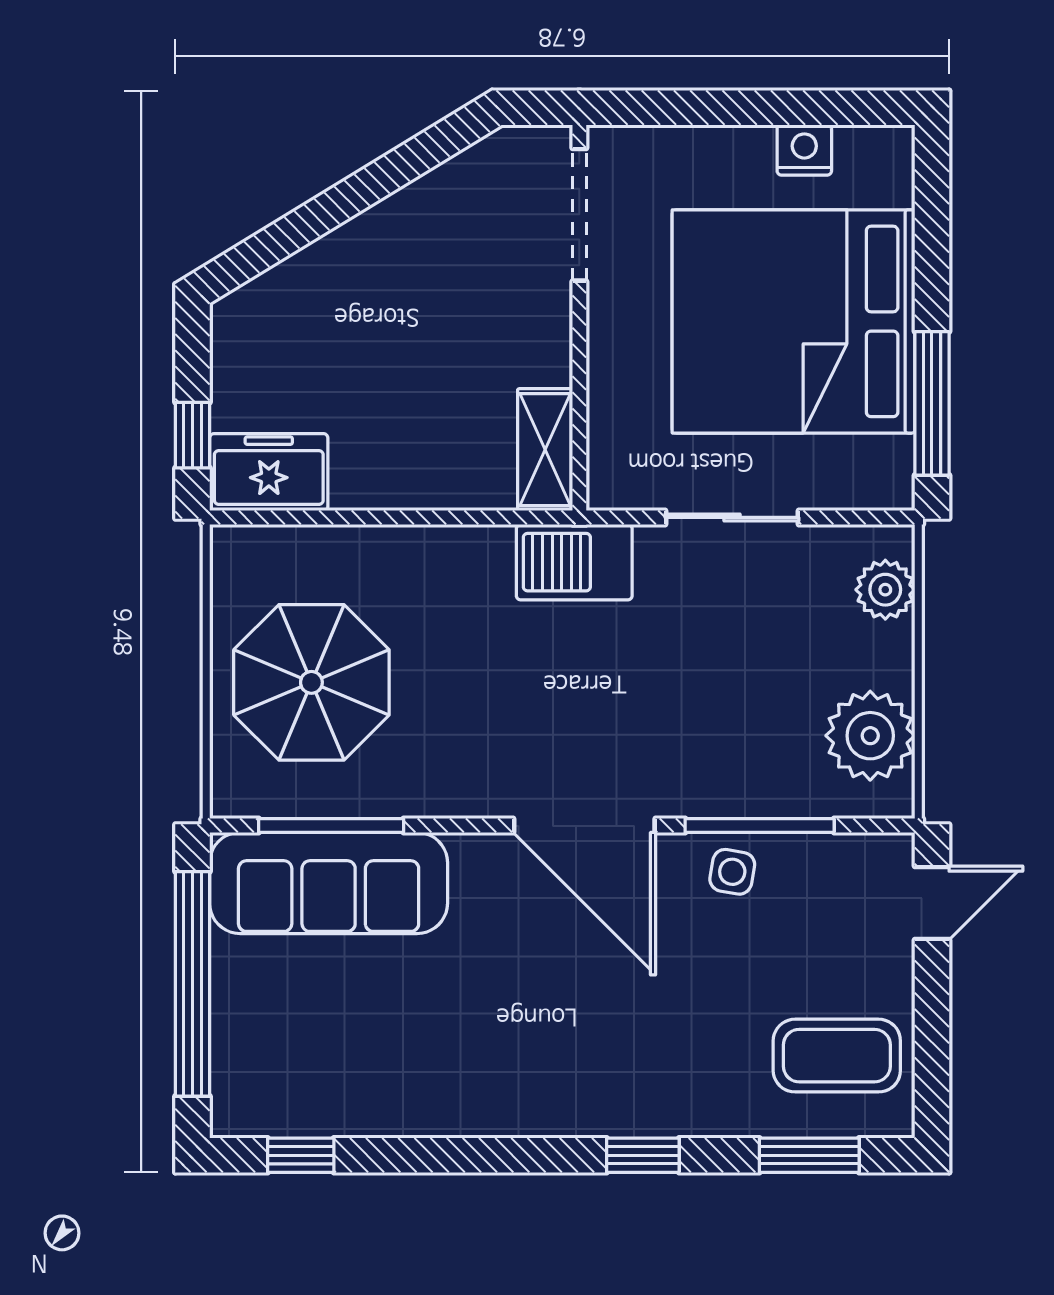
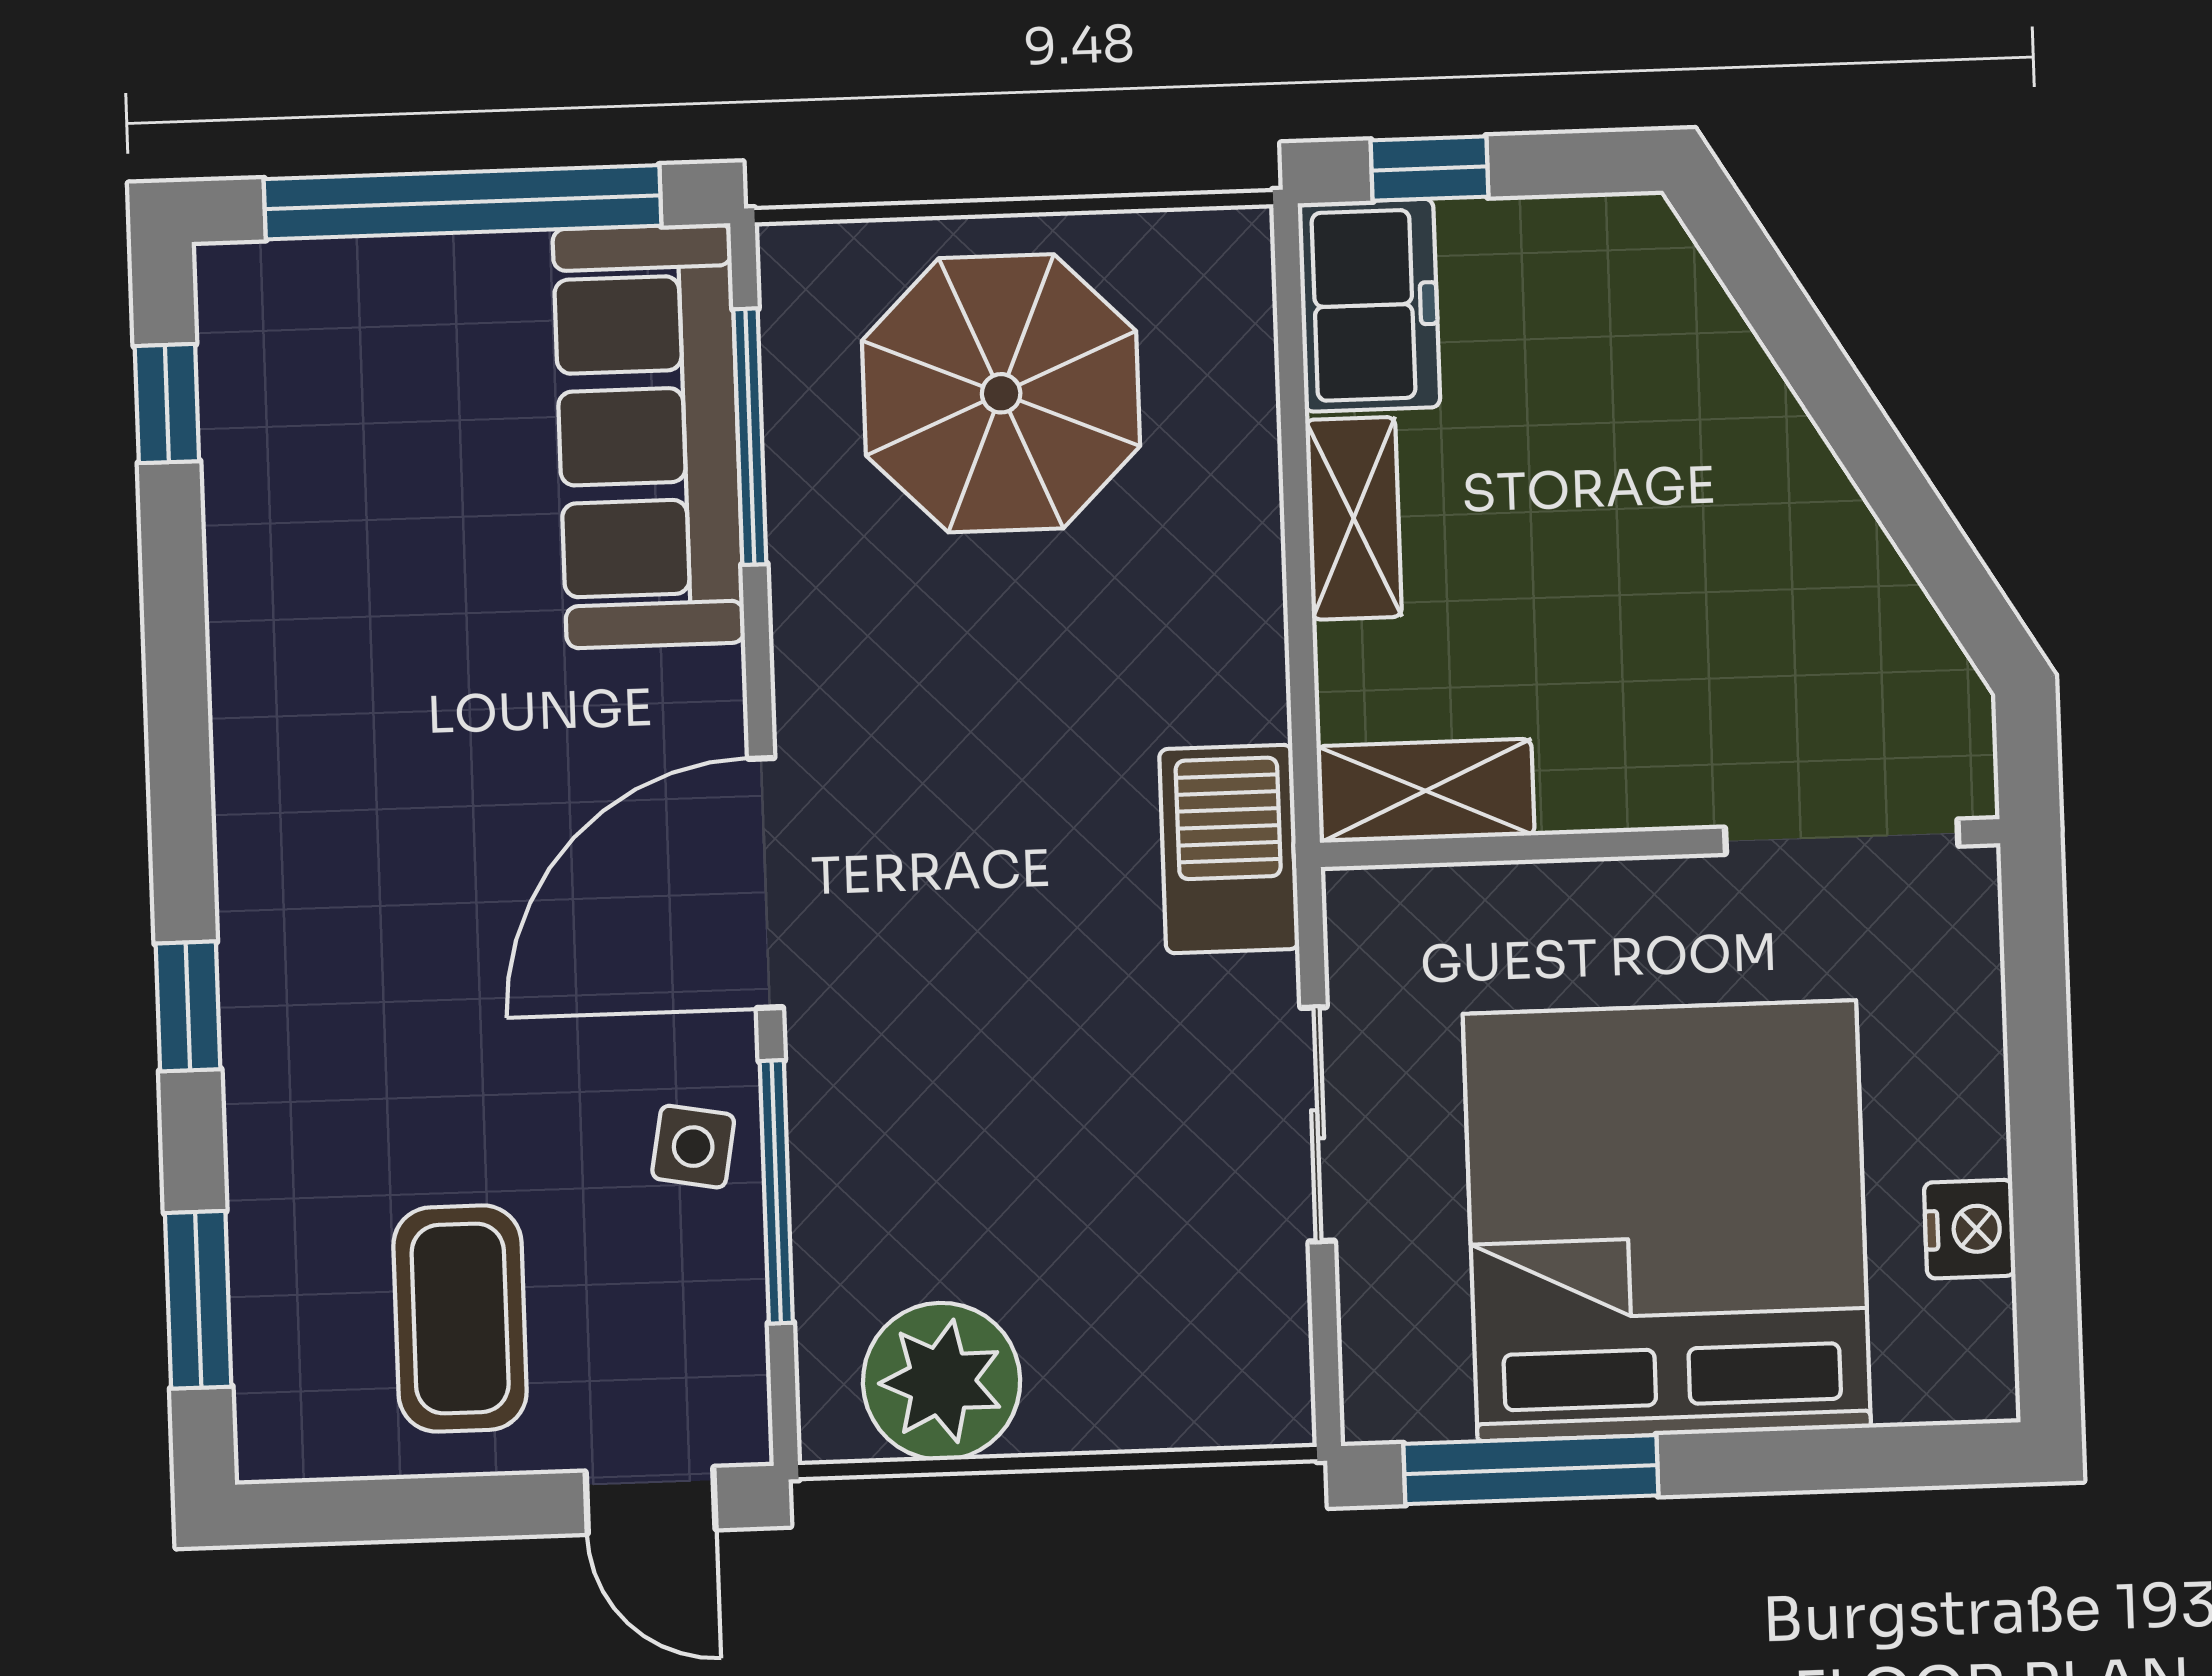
shelving: (389, 485) -> (1354, 518), added
plant: (885, 590) -> (1200, 1399), removed
coffee table: (837, 1056) -> (460, 1319), moved

